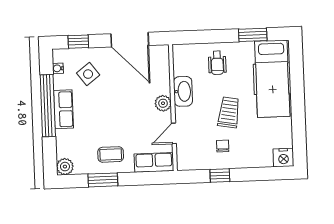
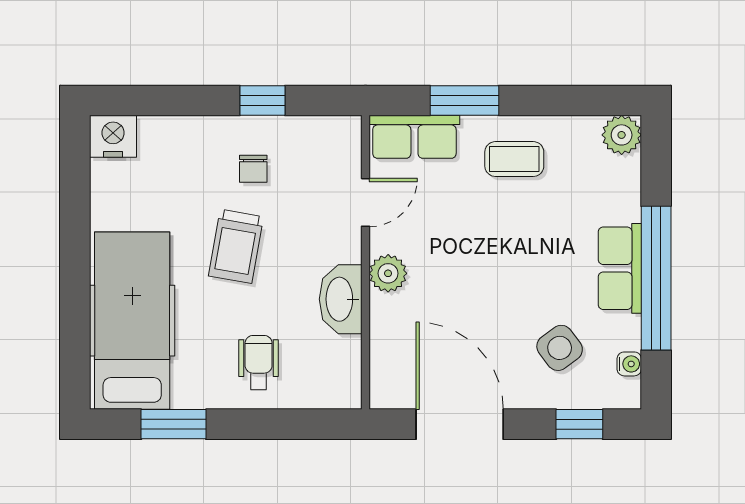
window: (103, 180) -> (464, 100), moved

